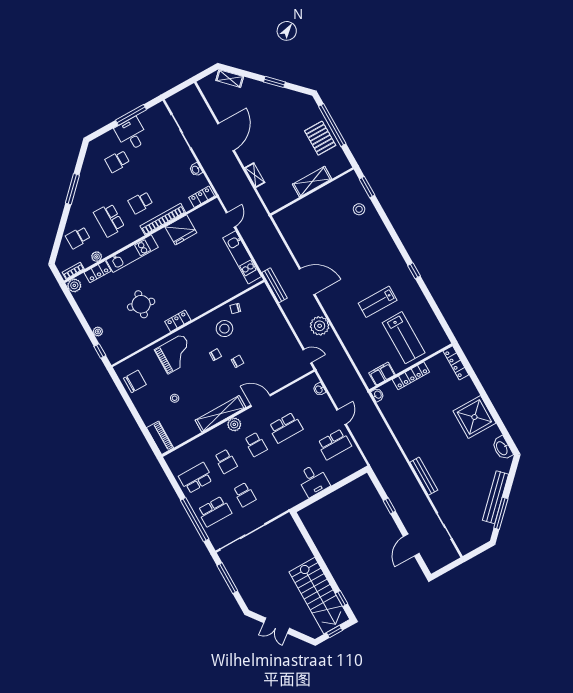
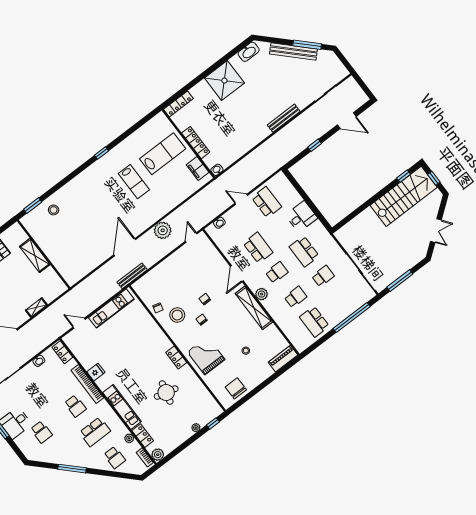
fridge: (181, 230) -> (96, 372), width x0.53, depth x0.75
school desk: (215, 511) -> (304, 251), moved, turned 180

